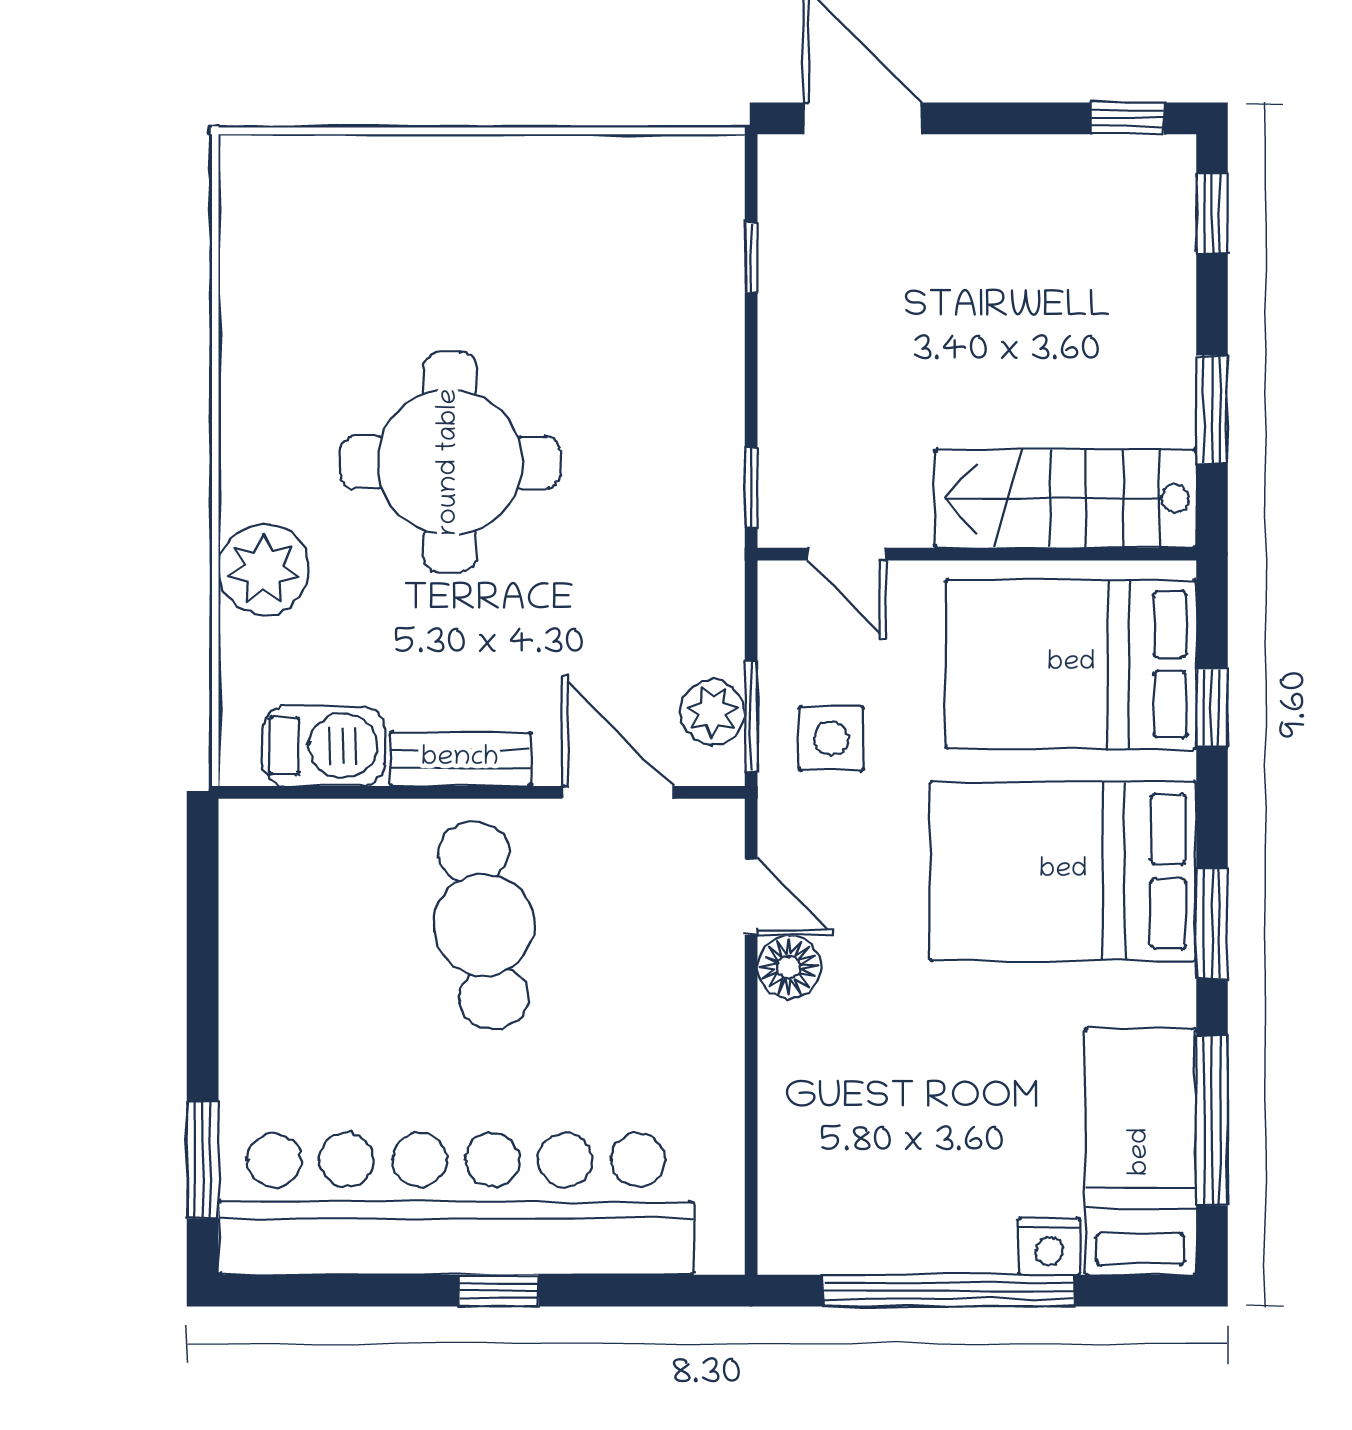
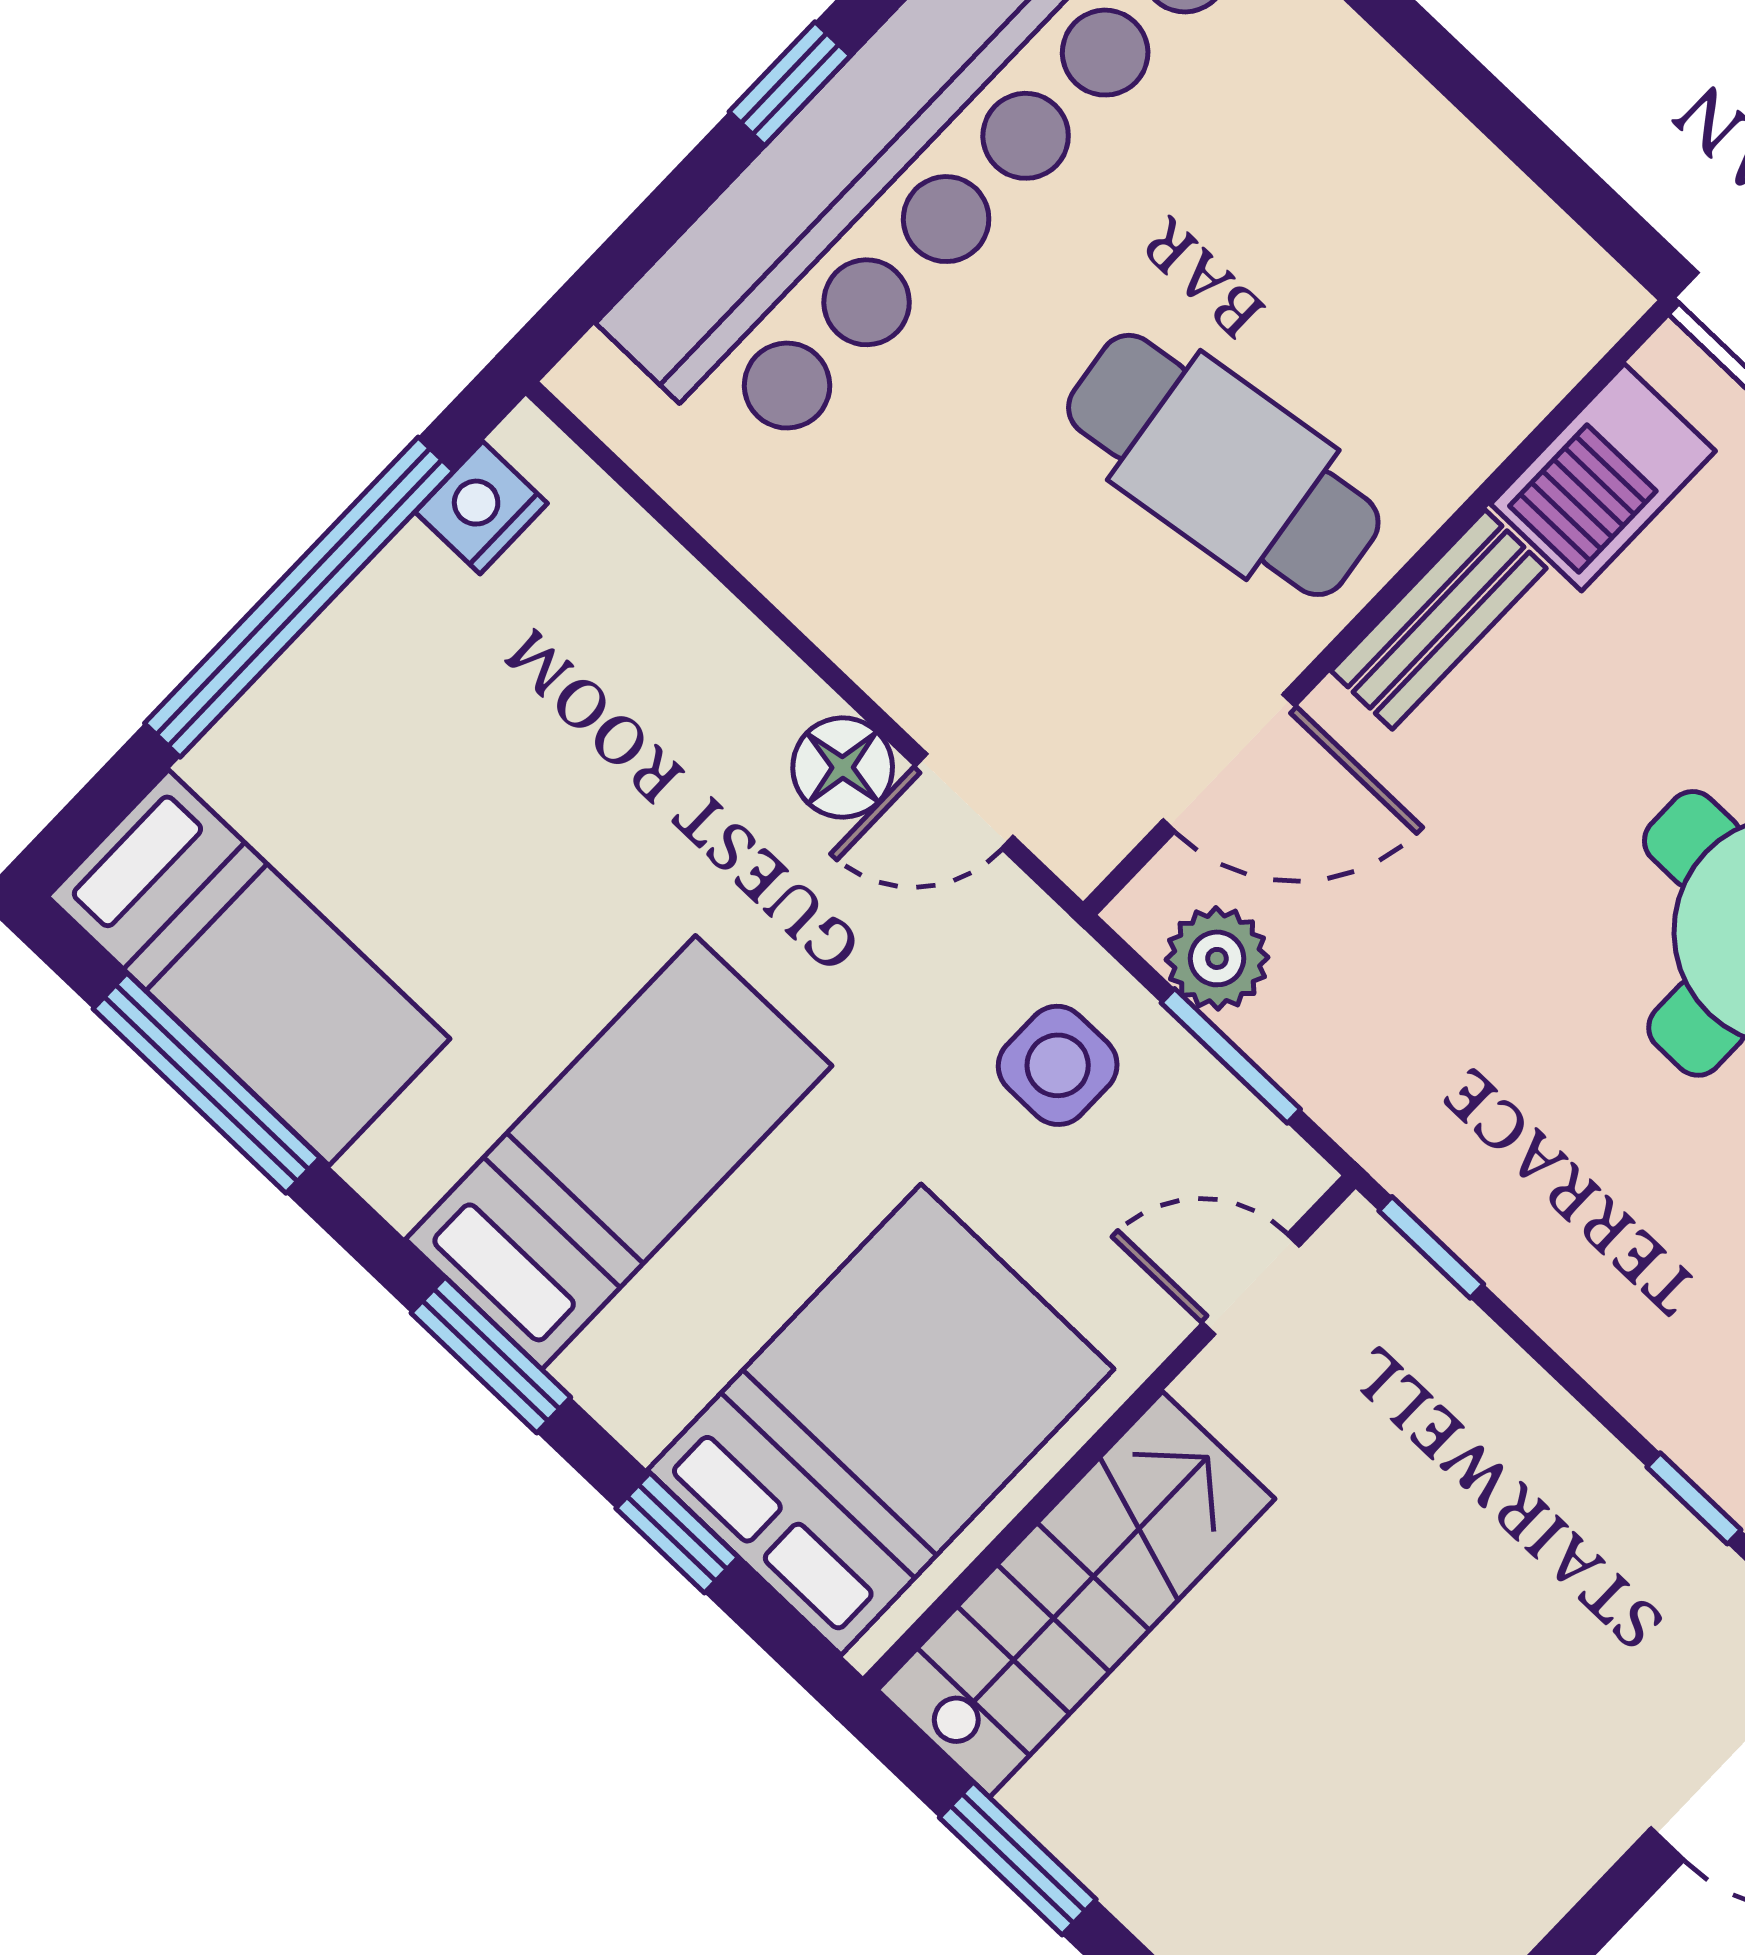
window: (751, 716) -> (1231, 1056), moved
bed: (1063, 871) -> (619, 1153), width x0.67
window: (1212, 923) -> (491, 1355), moved
nightstand: (1049, 1246) -> (481, 508), moved

